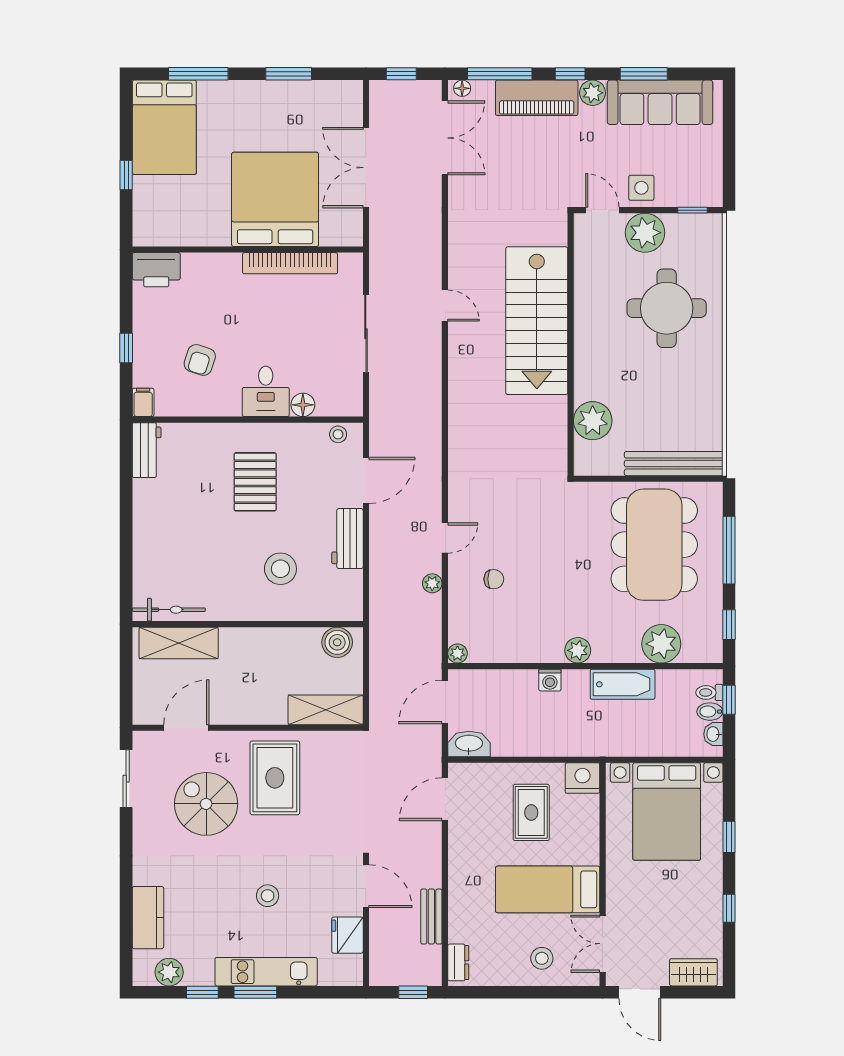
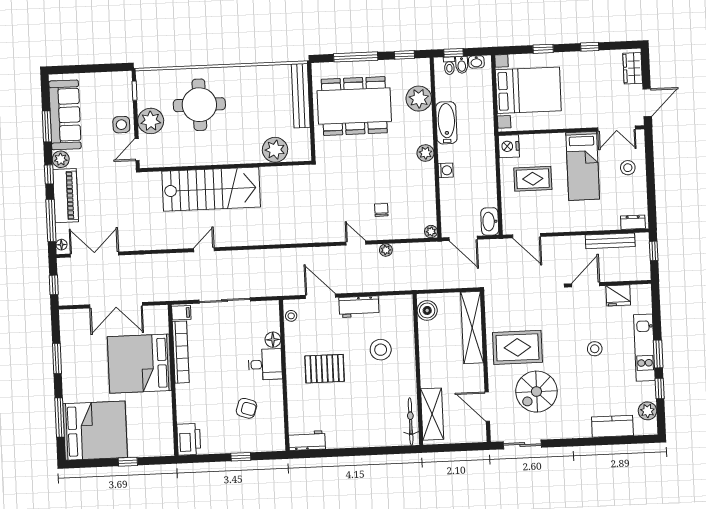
bed: (164, 127) -> (95, 431), width x1.36
filing cabinet: (143, 402) -> (181, 313), moved, turned 180
shelving: (326, 710) -> (472, 328), width x1.47
bench: (431, 917) -> (610, 241), width x1.36

